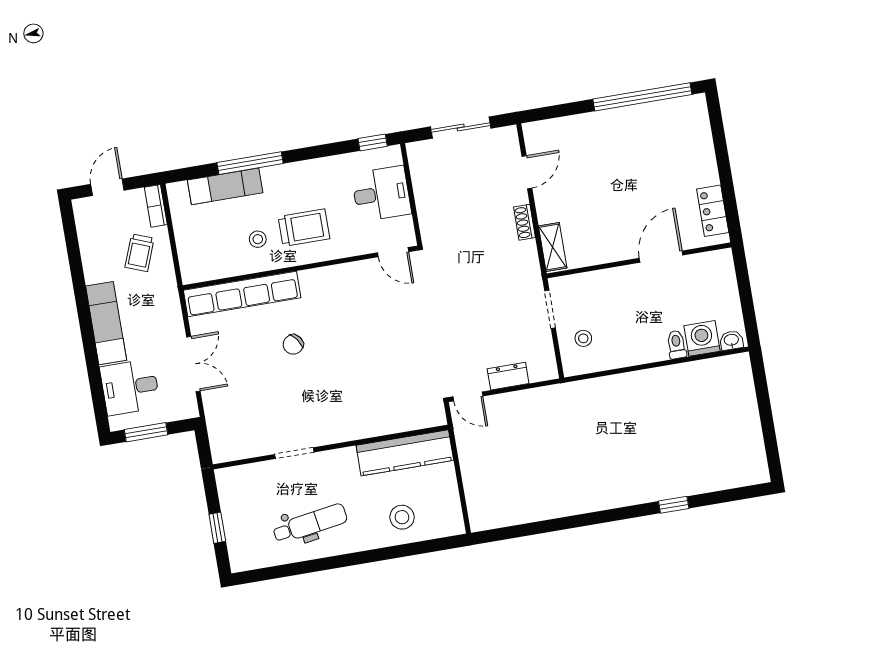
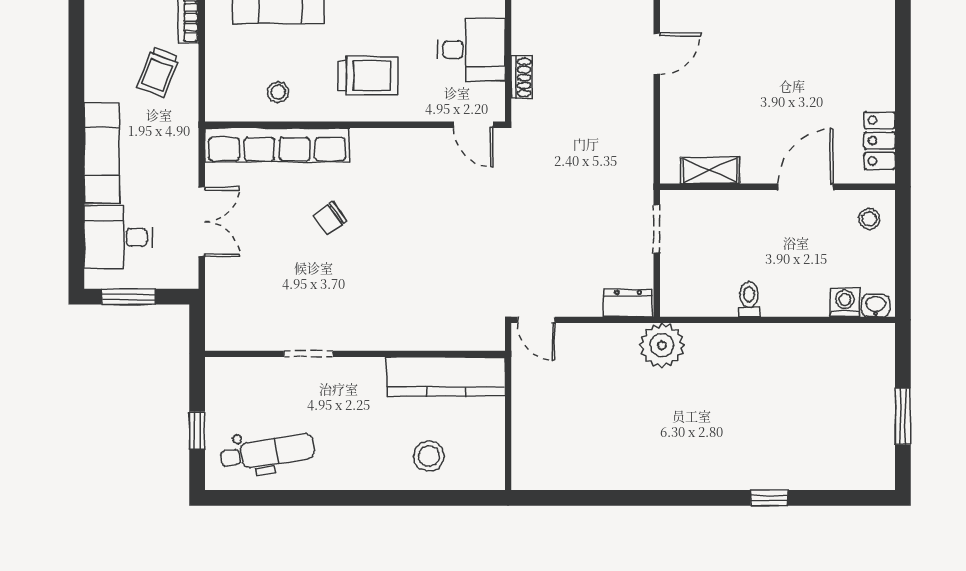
shoe rack: (524, 222) -> (522, 77), moved, turned 180
stool: (258, 239) -> (278, 92), moved
shelving: (553, 247) -> (710, 170), moved, turned 90
stool: (583, 338) -> (869, 219), moved
washing machine: (702, 338) -> (845, 302), width x0.73, depth x0.73
toilet: (676, 345) -> (749, 299), moved
dresser: (508, 376) -> (628, 303), moved
plant: (570, 400) -> (662, 345), added
window: (767, 423) -> (903, 416), added
dental chair: (310, 524) -> (267, 452), moved

